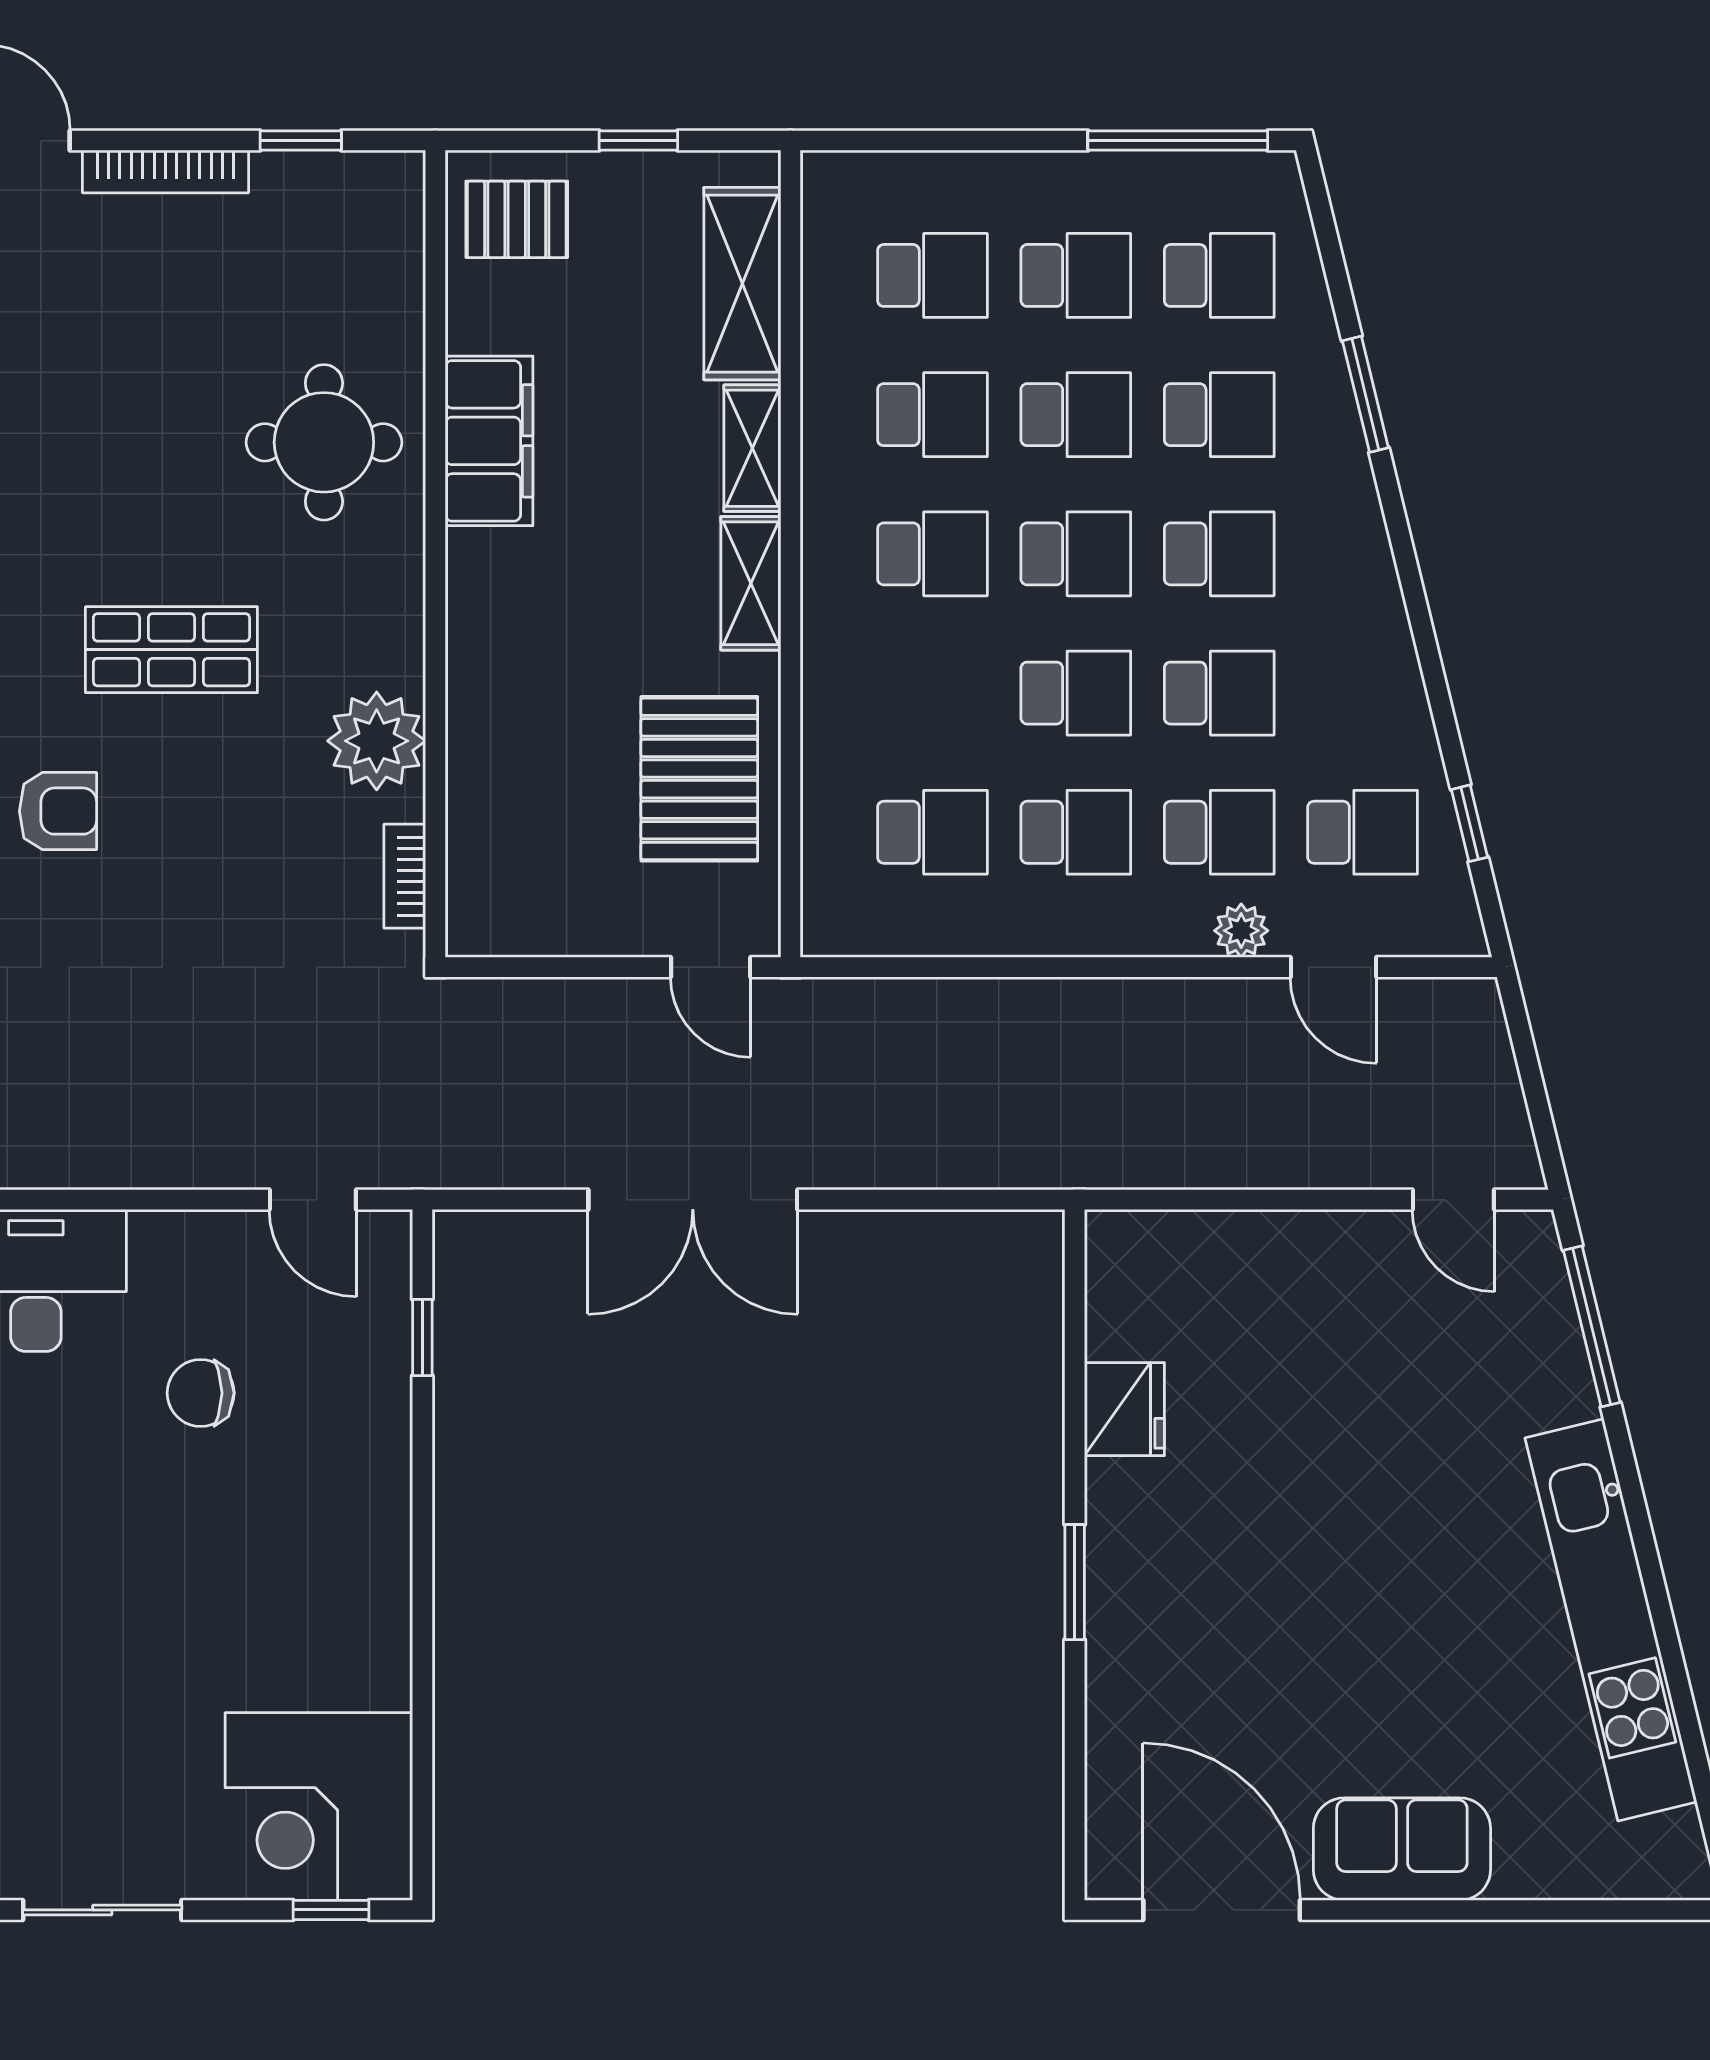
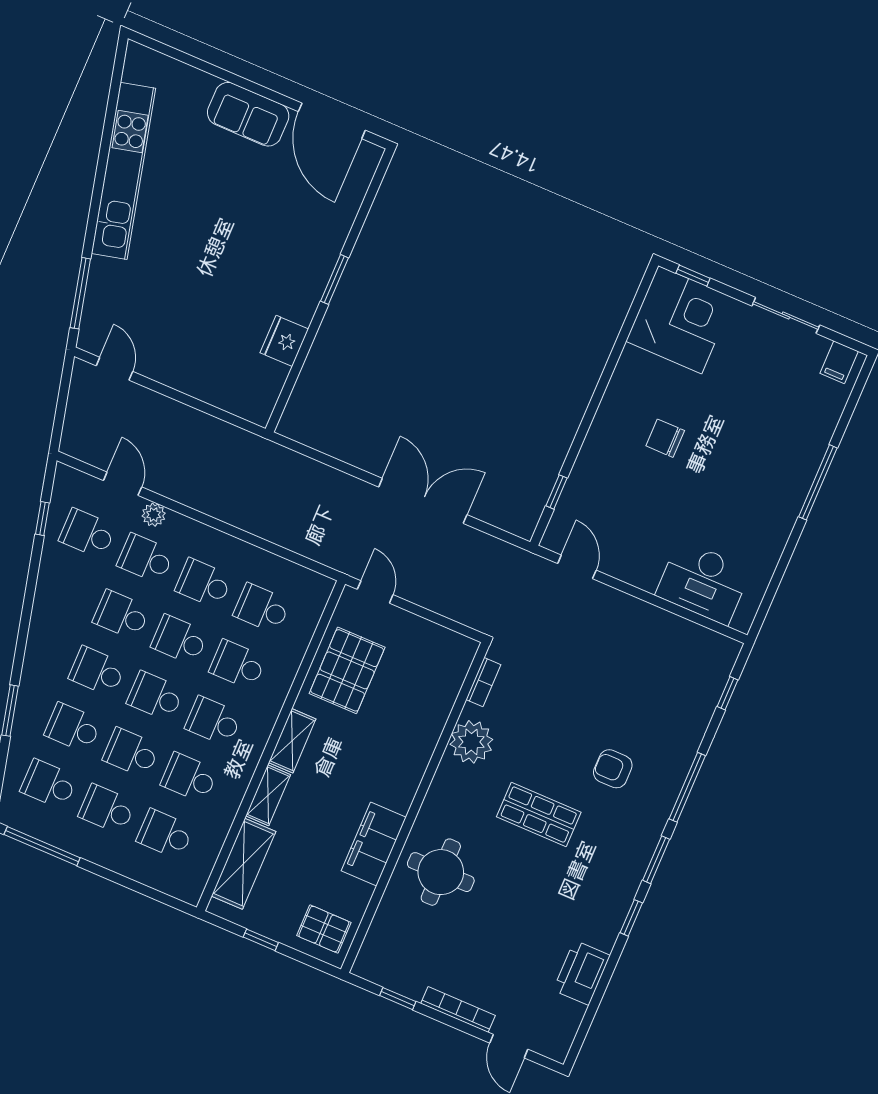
school desk: (932, 693) -> (238, 665), added
chair: (201, 1393) -> (665, 438), moved, turned 180

